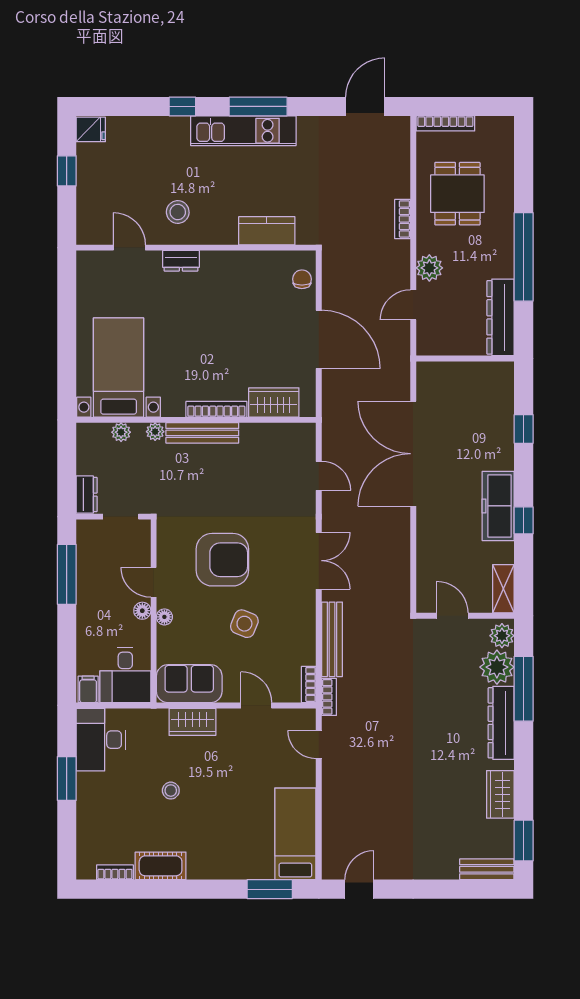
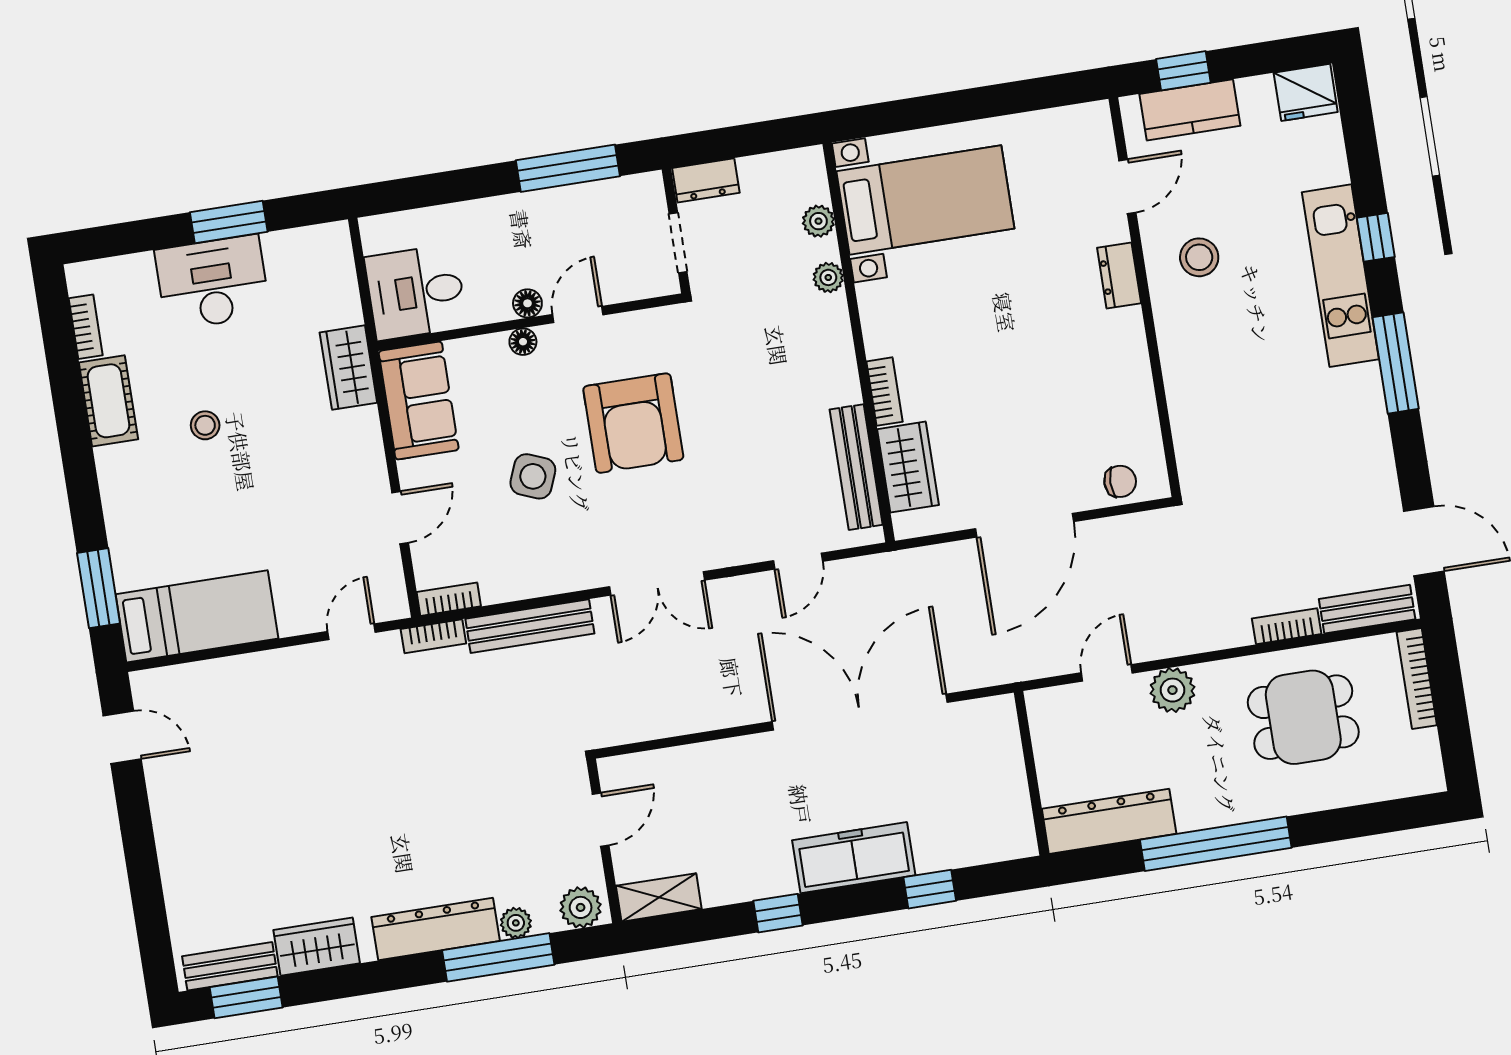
fridge: (91, 129) -> (1306, 92), width x1.38
kitchen unit: (243, 131) -> (1340, 276), moved
bench: (400, 146) -> (1367, 609), added
window: (67, 171) -> (1183, 71), moved
bookcase: (403, 219) -> (1287, 626), moved
kitchen counter: (267, 231) -> (1190, 110), moved, turned 90
door: (413, 305) -> (1107, 673), hinge flipped
bookcase: (216, 409) -> (884, 392), width x0.64
bench: (202, 433) -> (856, 467), moved
freezer: (498, 506) -> (854, 858), moved
plant: (497, 667) -> (516, 923), width x0.53, depth x0.53
filing cabinet: (88, 689) -> (383, 234), removed
wardrobe: (192, 722) -> (348, 368), moved
desk: (101, 740) -> (212, 283), moved
stool: (171, 791) -> (205, 425), moved
bench: (487, 869) -> (230, 966), moved, turned 90

